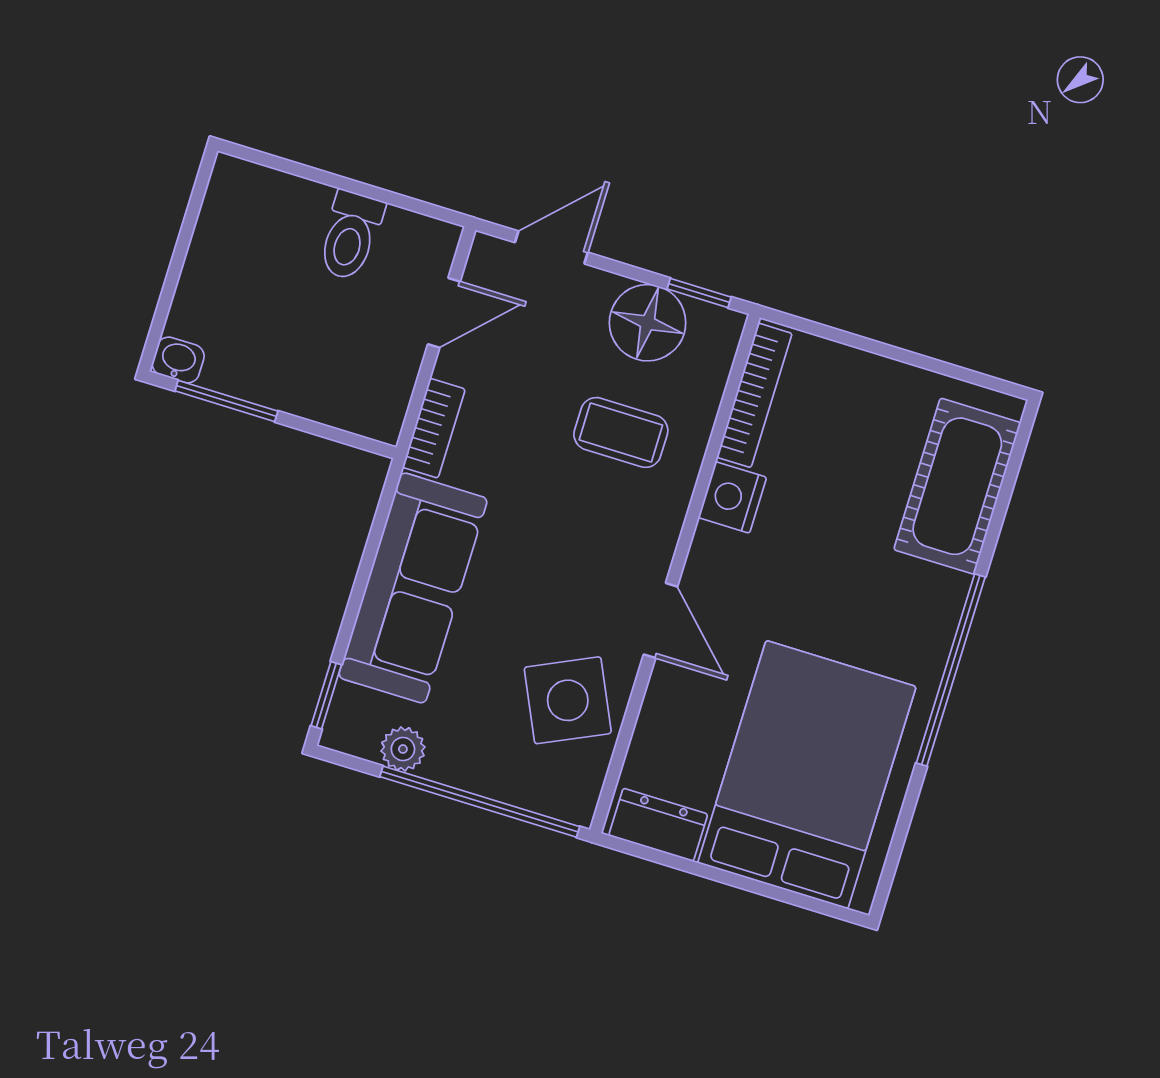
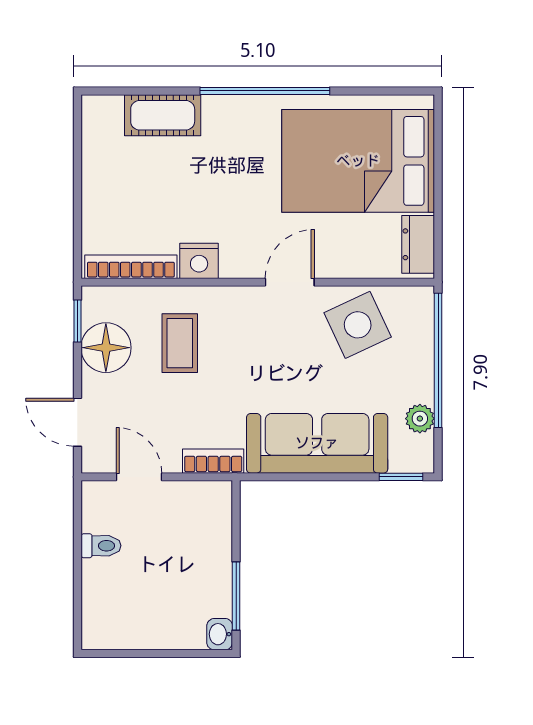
toilet: (350, 235) -> (101, 546), width x0.73, depth x0.72
cot: (957, 486) -> (163, 115), width x0.73, depth x0.75

